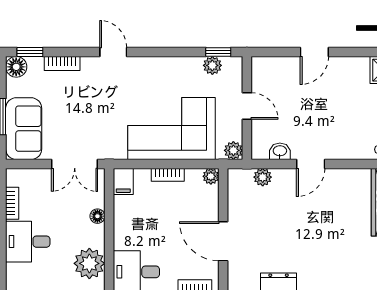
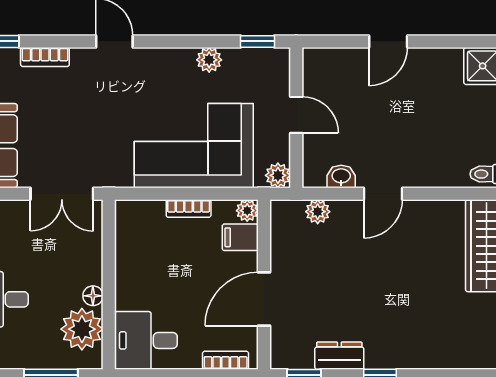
plant: (212, 65) -> (209, 60), moved
filing cabinet: (123, 181) -> (240, 237), moved, turned 90
floor lamp: (97, 216) -> (93, 296), moved
door: (223, 241) -> (264, 299), hinge flipped

